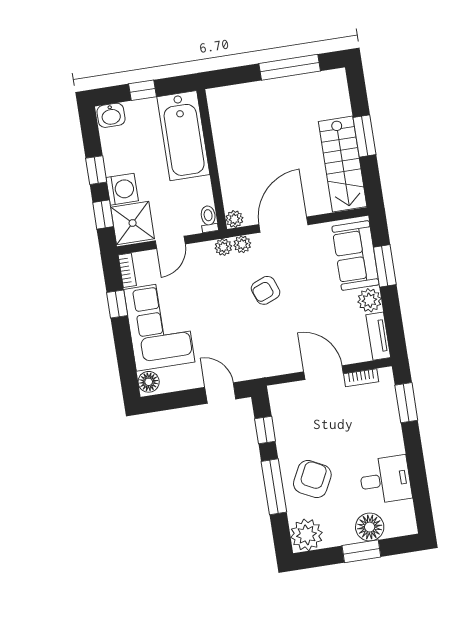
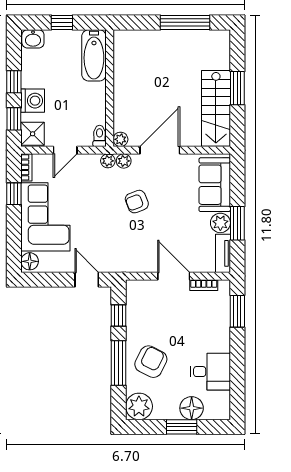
bathtub: (183, 136) -> (94, 55), width x0.73, depth x0.73
shower: (133, 223) -> (33, 134), width x0.73, depth x0.73
window: (385, 266) -> (237, 223), moved

